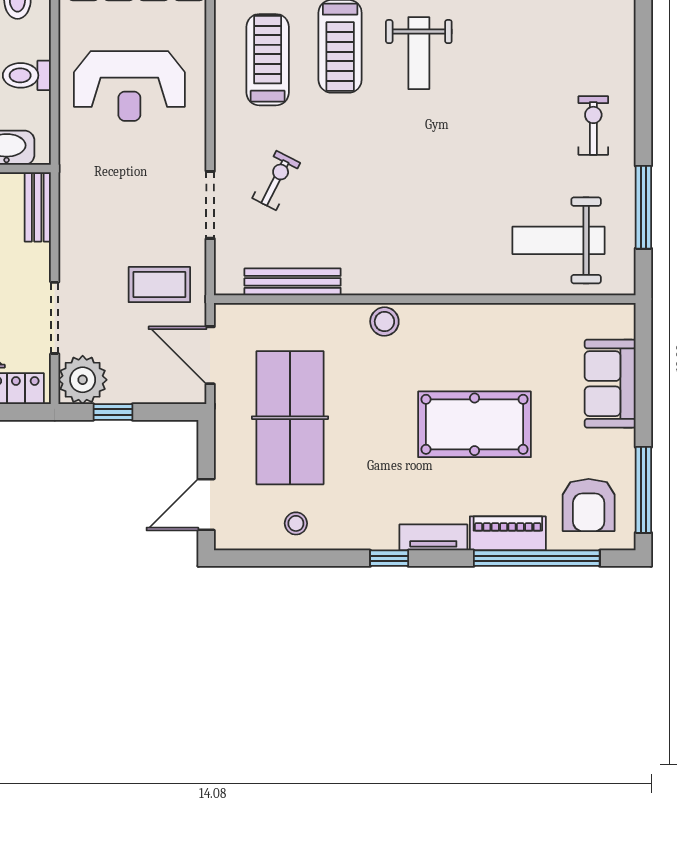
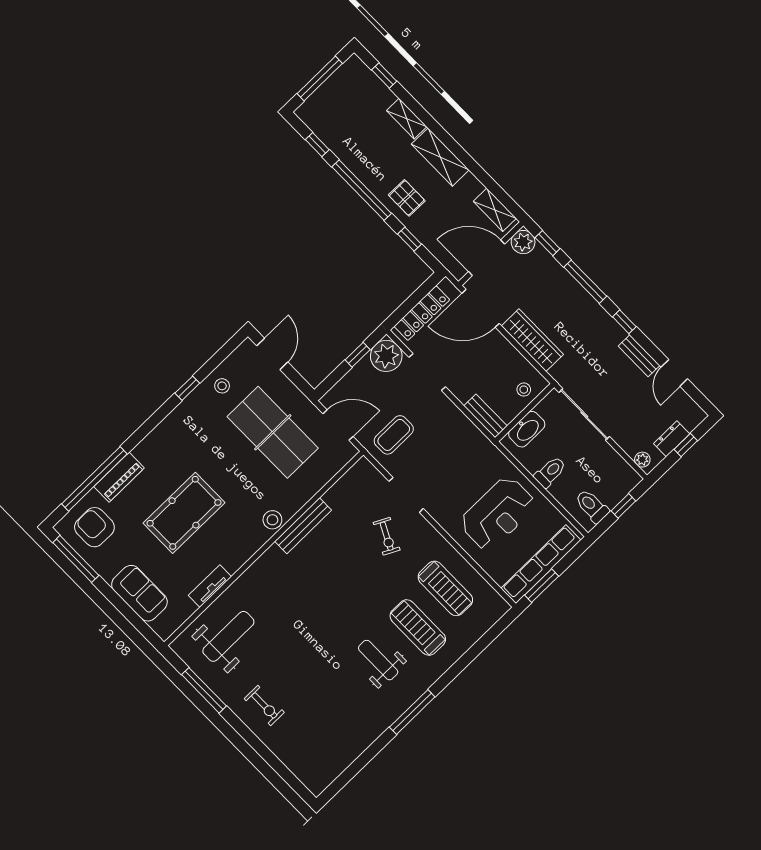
reception desk: (129, 86) -> (498, 514), turned 180
bench: (293, 282) -> (303, 526), moved
tv unit: (433, 537) -> (210, 586), moved, turned 180
window: (389, 558) -> (187, 388), moved

